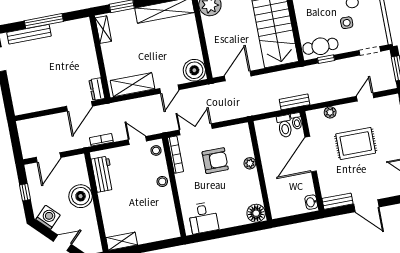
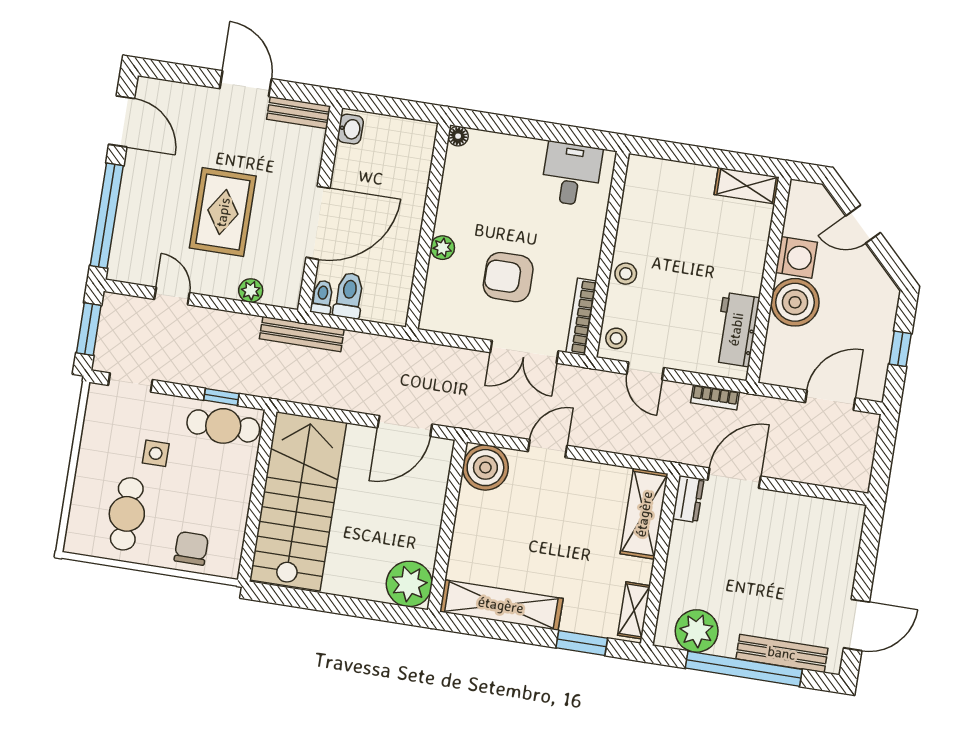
window: (44, 21) -> (744, 669), width x1.46
plant: (71, 30) -> (697, 631), added
shelving: (133, 85) -> (644, 514), moved, turned 90
door: (365, 97) -> (172, 296), swing flipped
bench: (295, 102) -> (302, 334), width x1.36
rug: (356, 144) -> (223, 212), turned 90
floor lamp: (256, 213) -> (458, 136), width x0.53, depth x0.53
washing machine: (48, 217) -> (796, 257), moved, turned -135

